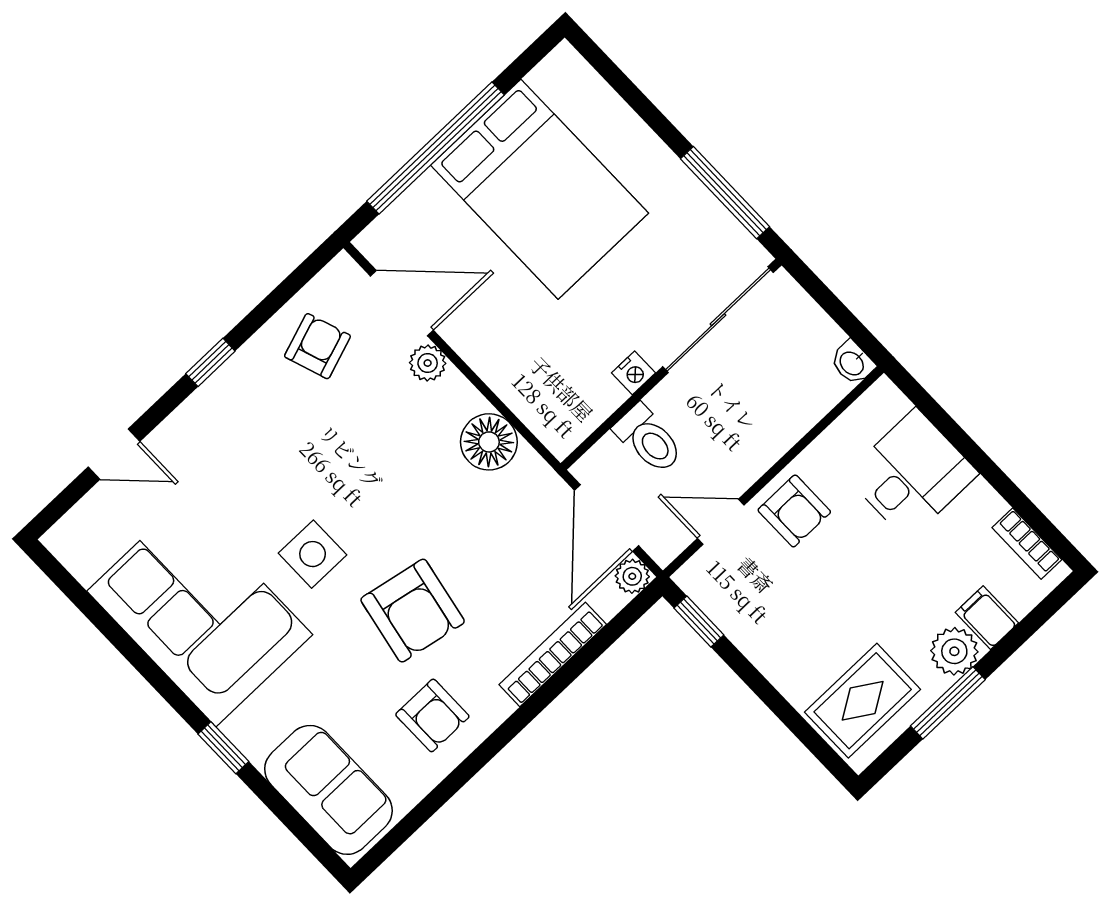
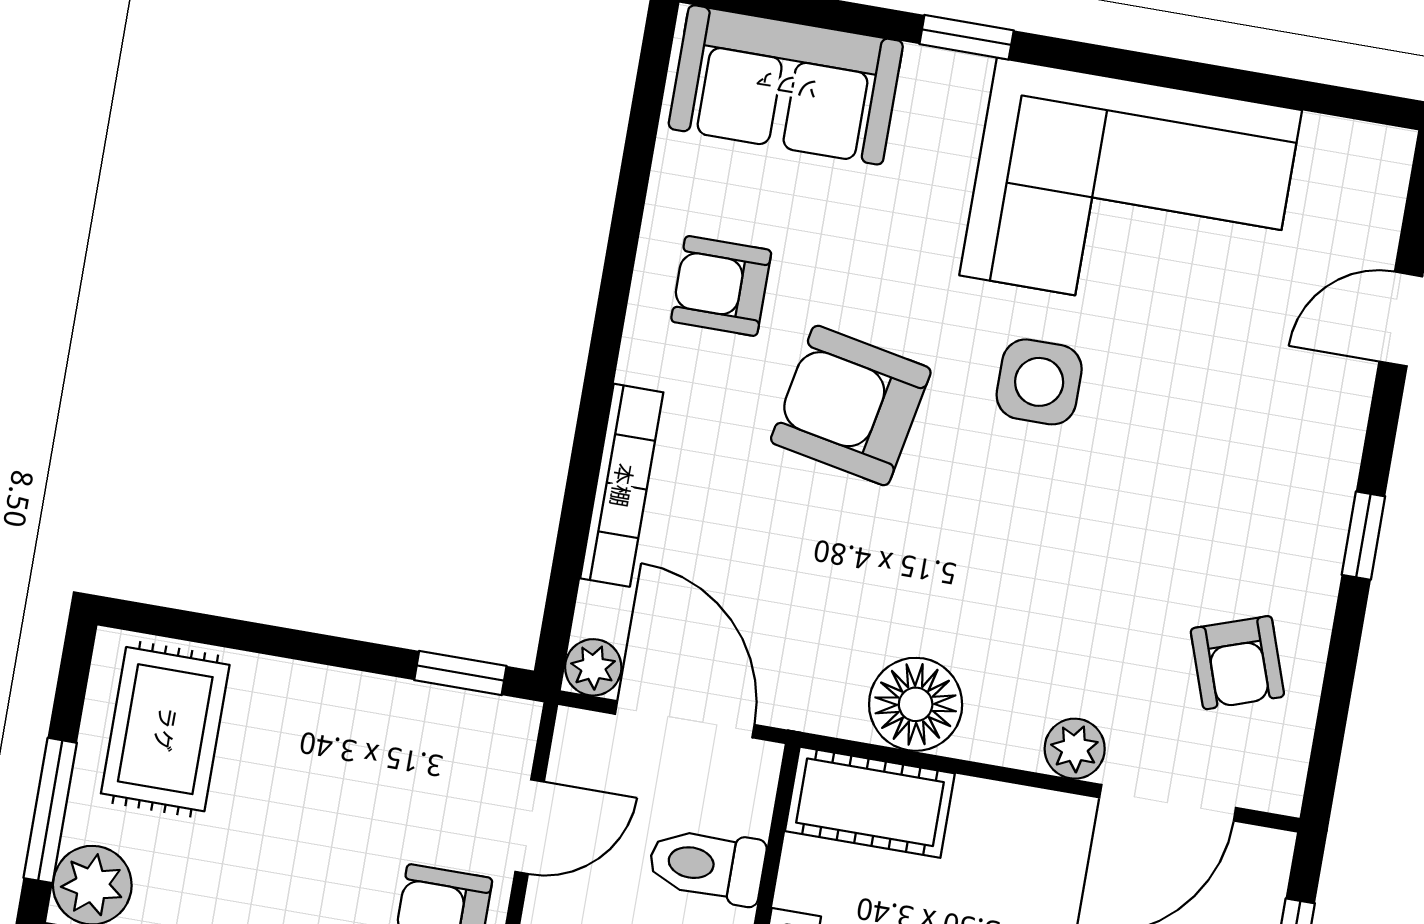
cot: (546, 411) -> (870, 802), added

